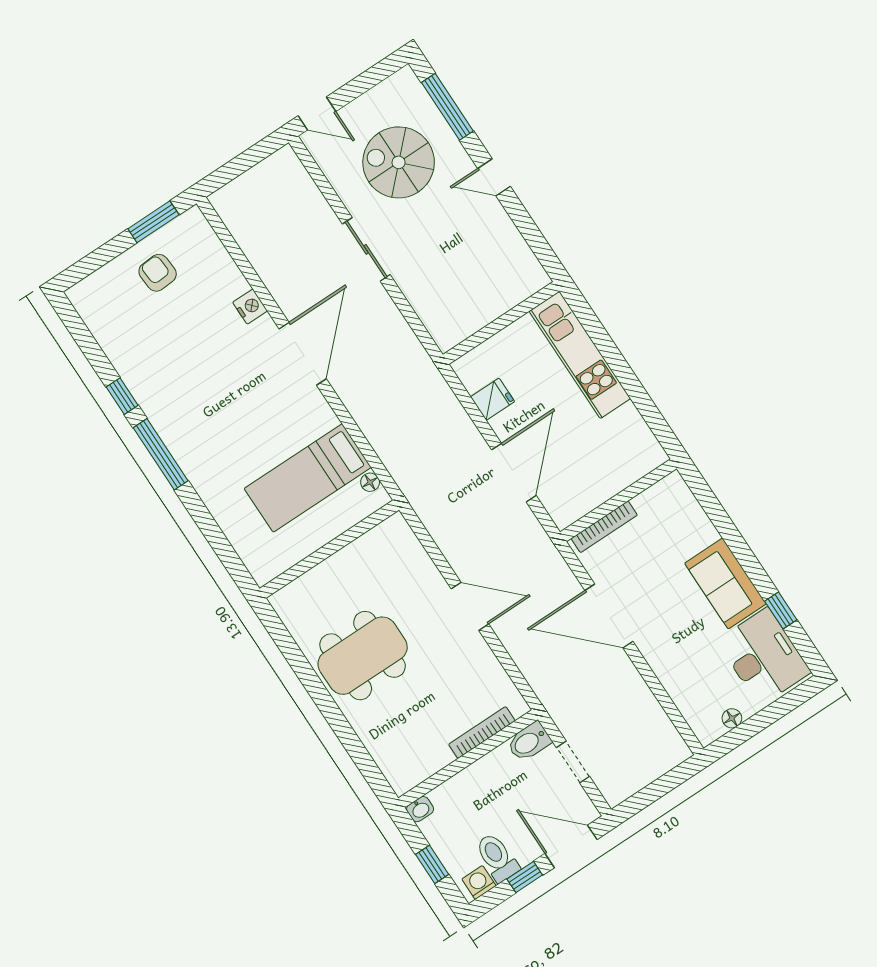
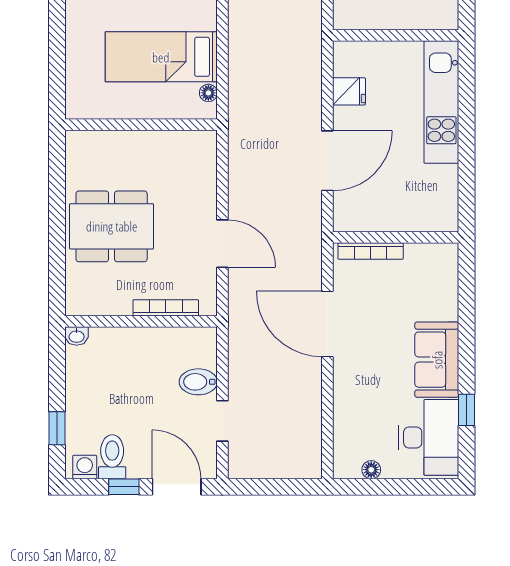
bookcase: (482, 733) -> (166, 308), moved
wall: (468, 759) -> (141, 321), moved
washbasin: (420, 809) -> (77, 336), moved

